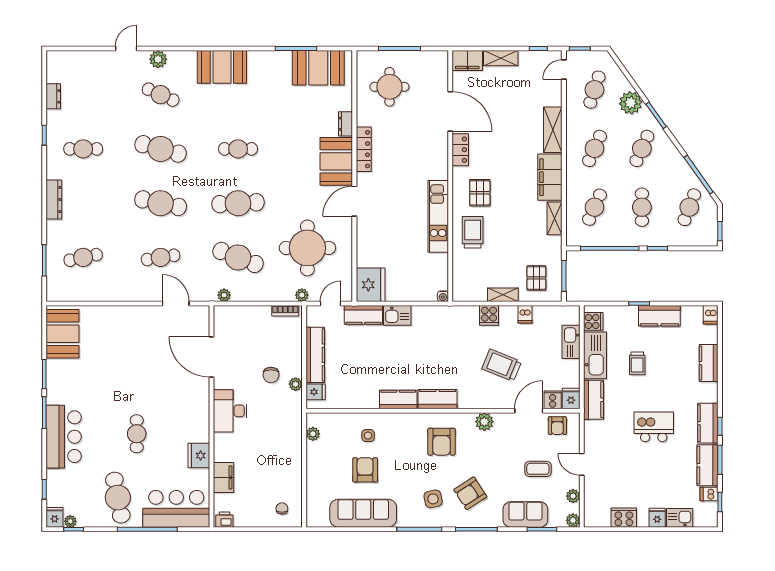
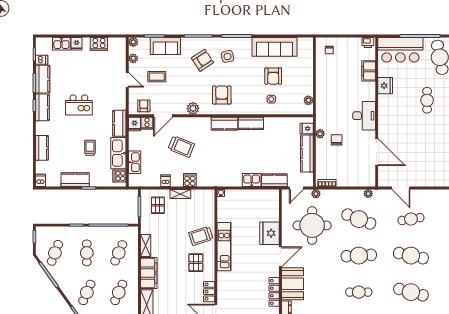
trolley: (473, 232) -> (201, 236), turned 72
fridge: (371, 285) -> (270, 233), moved

